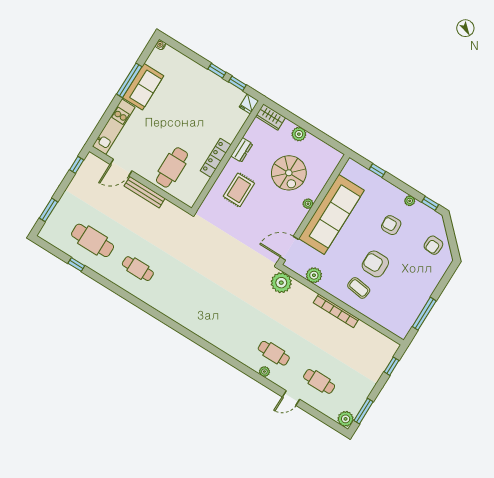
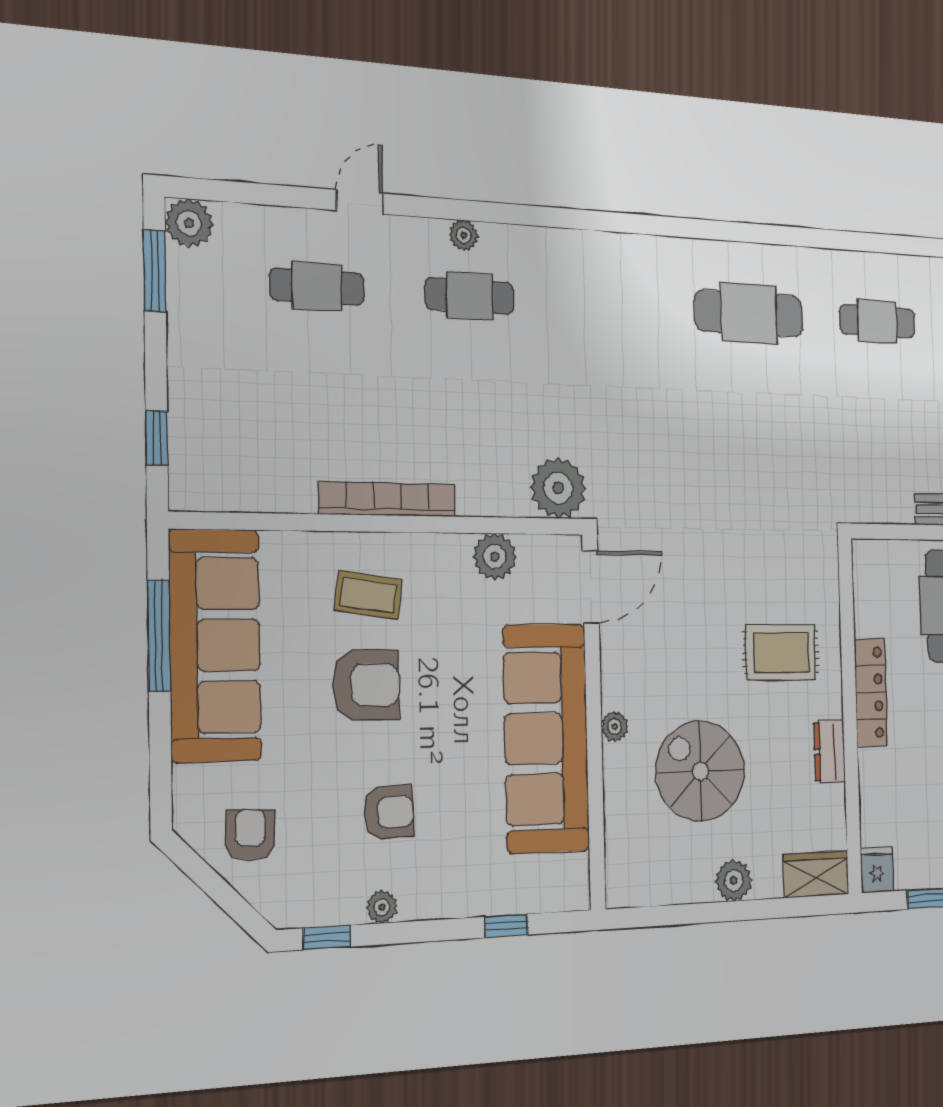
rug: (239, 190) -> (781, 652), turned 90
cafe table: (183, 297) -> (749, 313), added
sofa: (411, 302) -> (215, 645), added

